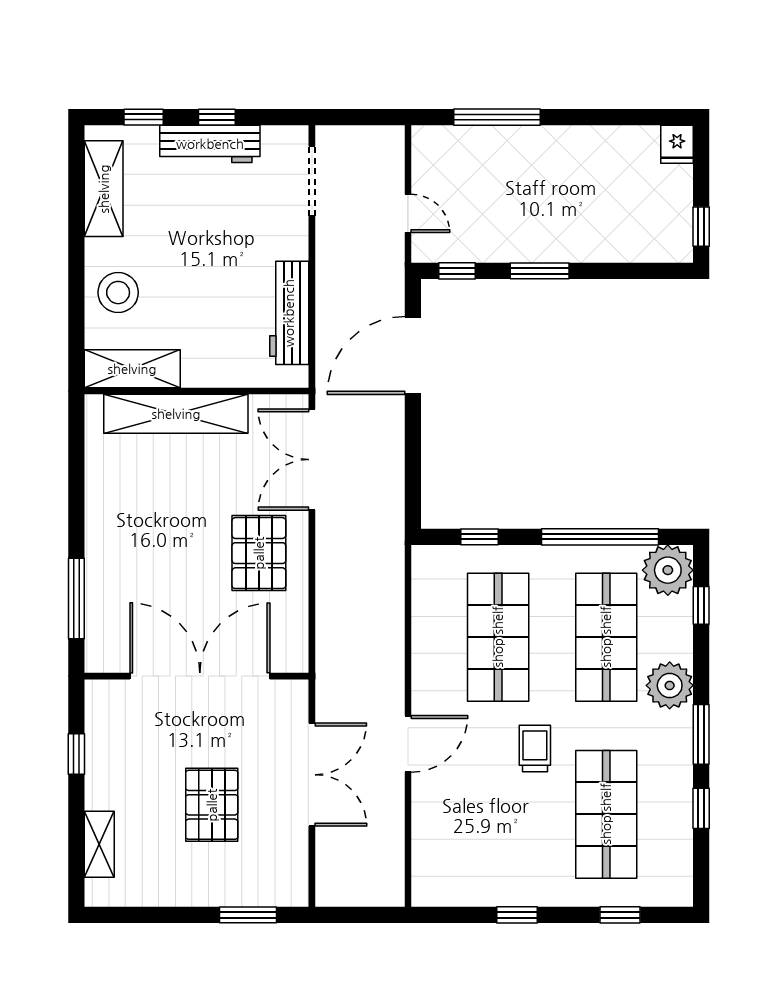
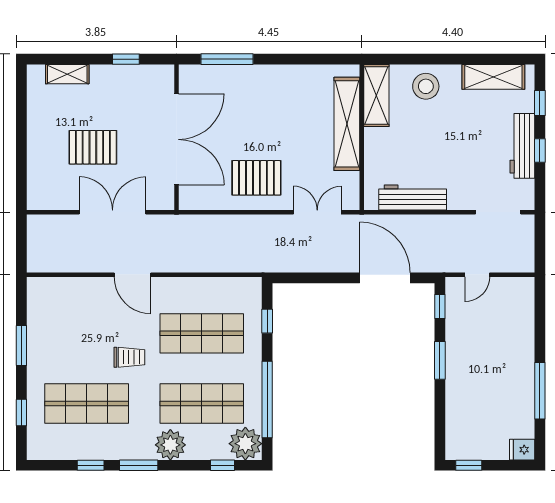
window: (497, 117) -> (540, 391), moved
double door: (312, 460) -> (317, 212), width x0.73
double door: (312, 775) -> (113, 212), swing flipped
window: (248, 915) -> (21, 171), removed
window: (517, 915) -> (21, 346), width x1.50

